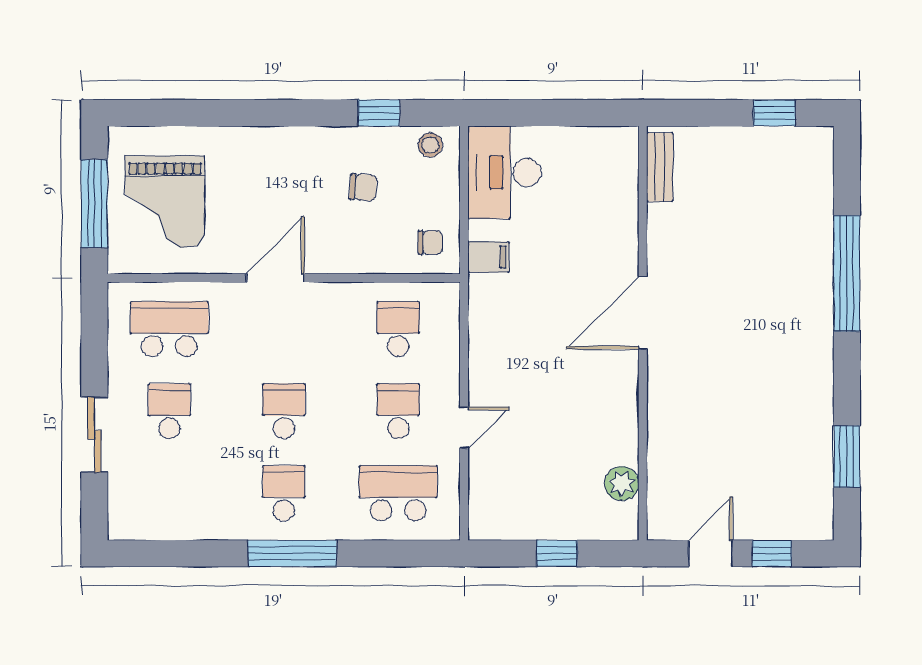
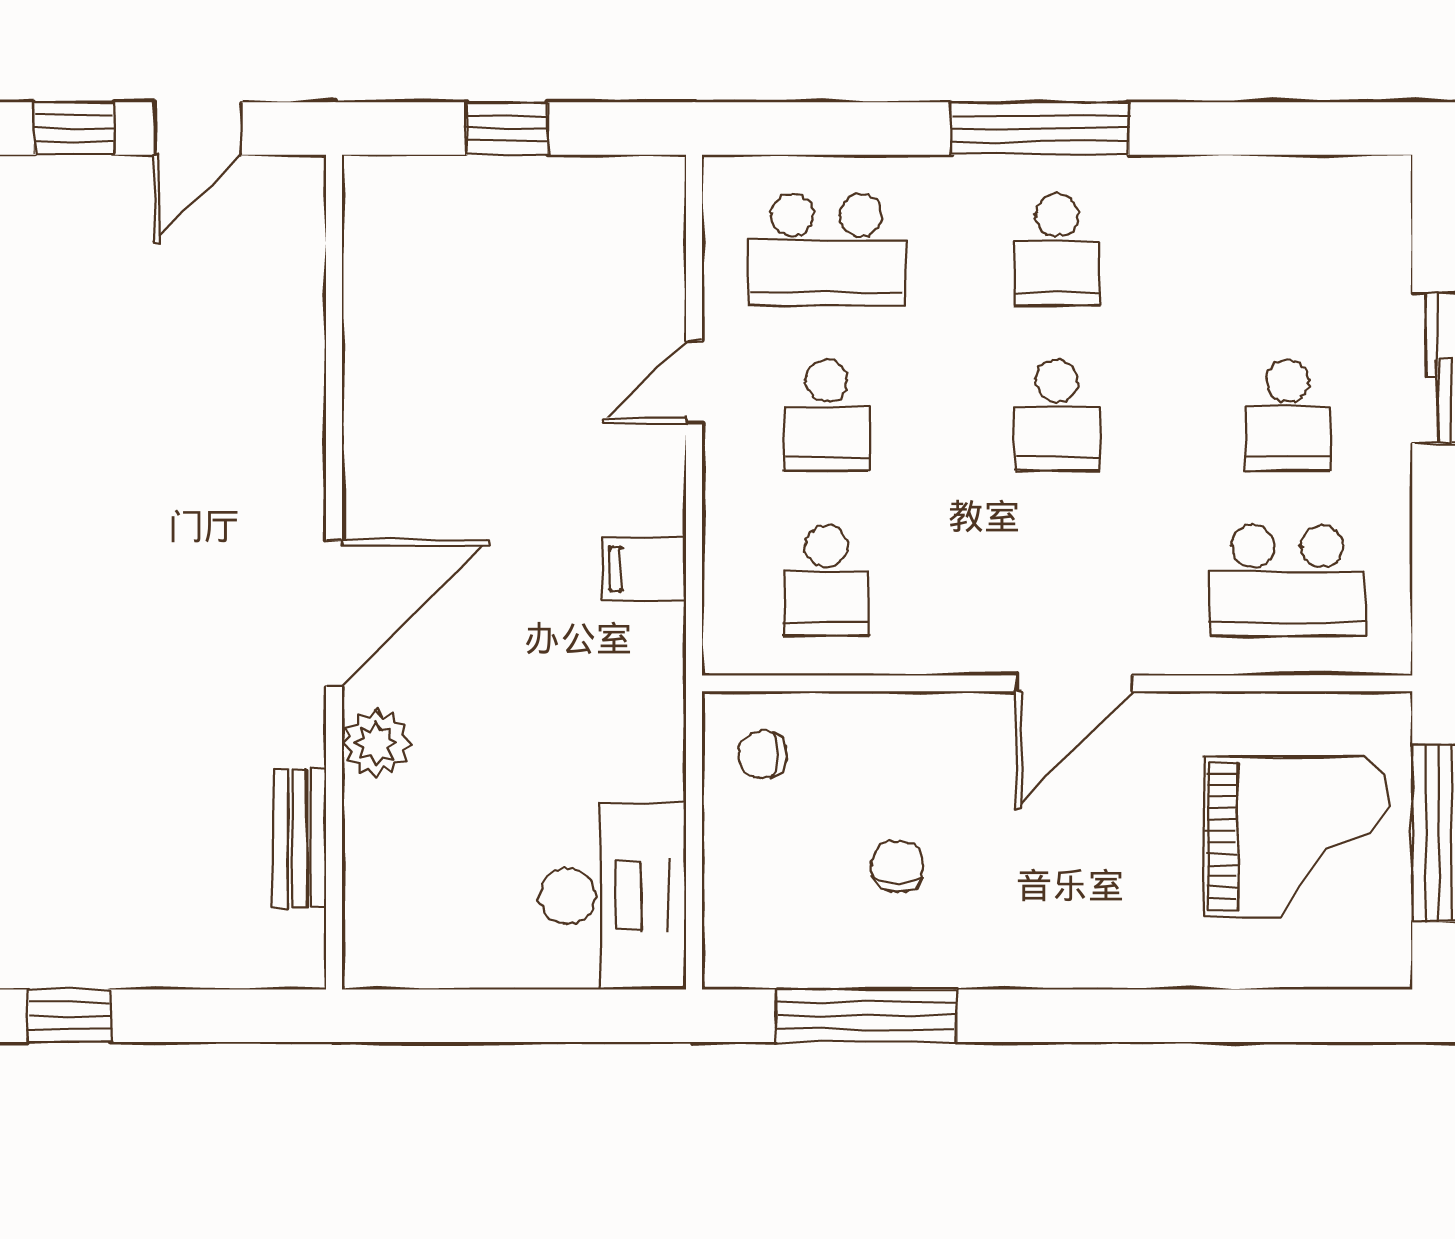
window: (379, 113) -> (866, 1016), width x2.17
stool: (430, 145) -> (762, 951), removed
bench: (660, 167) -> (300, 838), moved
chair: (363, 187) -> (897, 866), turned 86
grand piano: (165, 202) -> (1296, 837), turned 90
filing cabinet: (489, 257) -> (645, 569), moved
plant: (622, 483) -> (376, 744), moved

